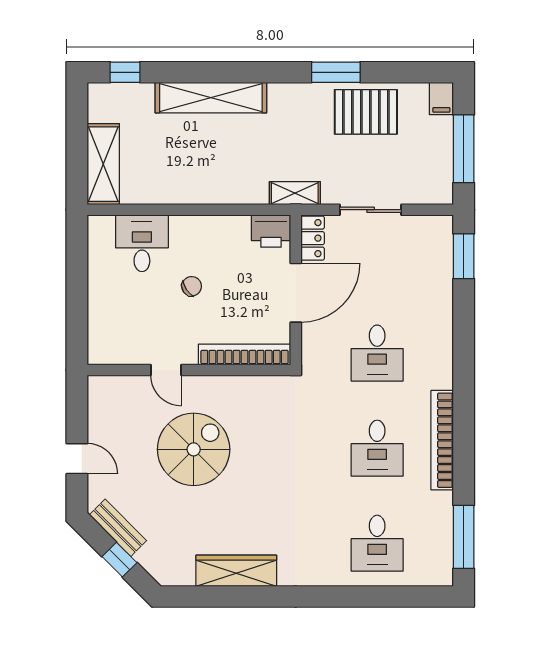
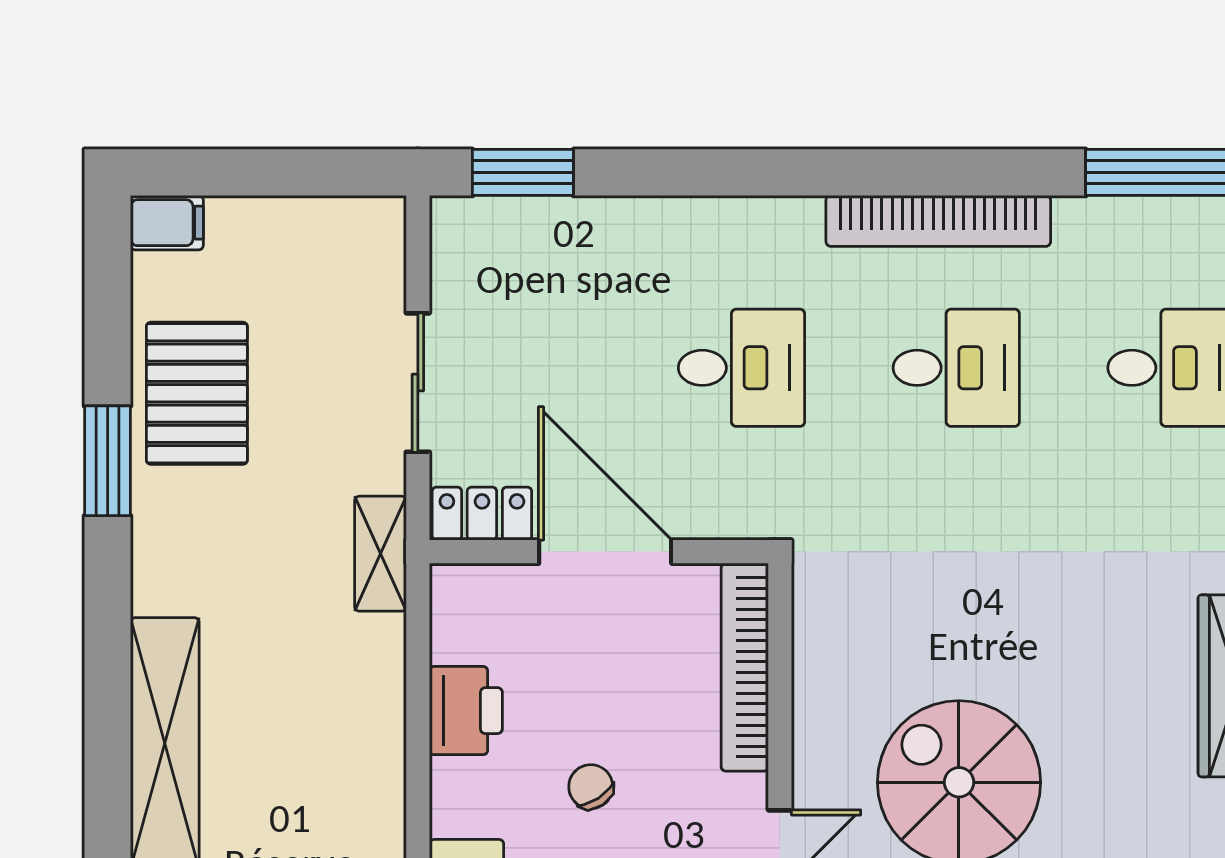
window: (464, 149) -> (280, 172), removed
printer: (271, 231) -> (466, 711), moved

